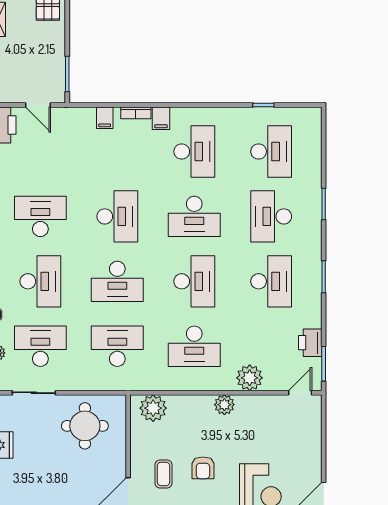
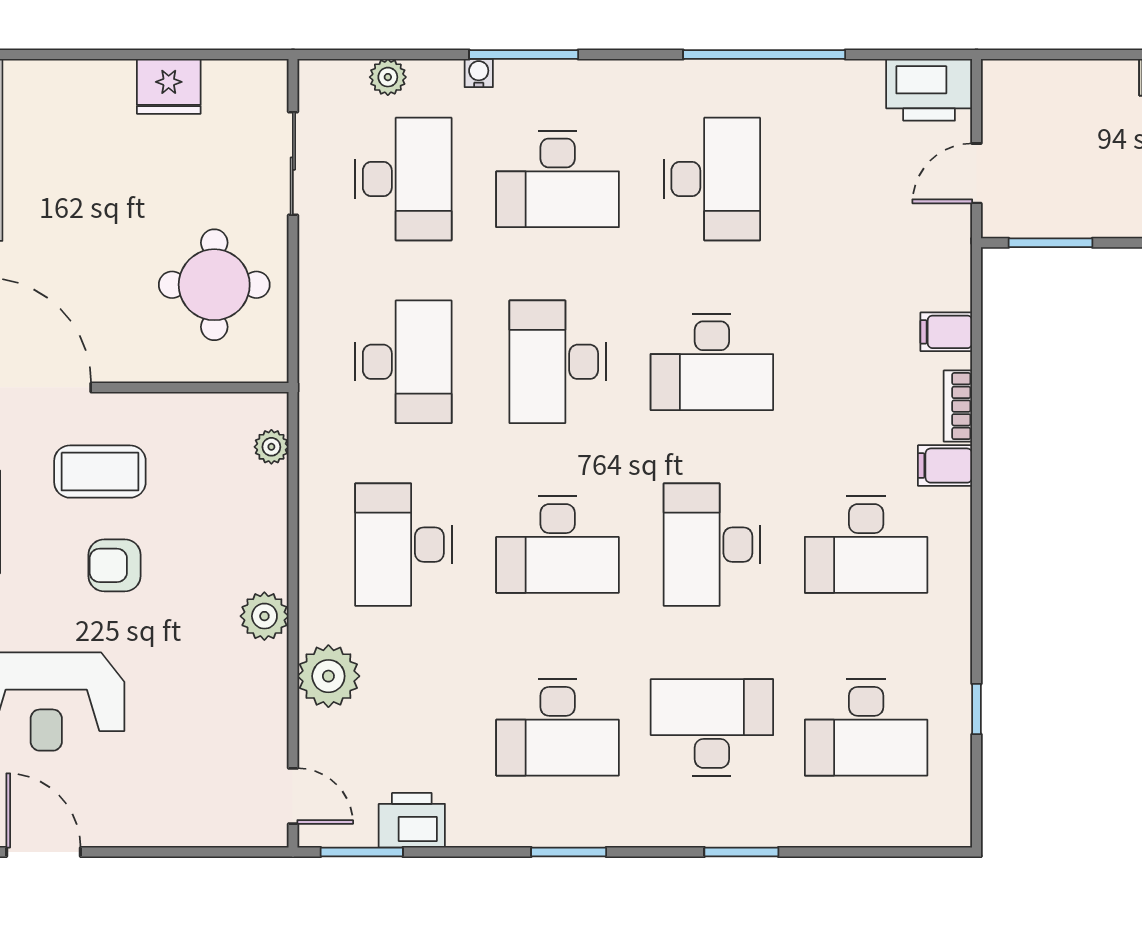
plant: (153, 408) -> (271, 447), width x0.53, depth x0.53
coffee table: (164, 474) -> (100, 472), width x1.36, depth x1.30

